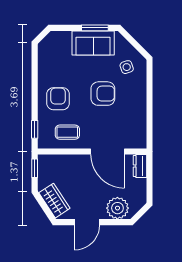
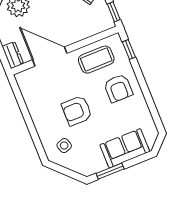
sofa: (93, 43) -> (125, 148), moved
coffee table: (67, 132) -> (96, 60), width x1.36, depth x1.30

